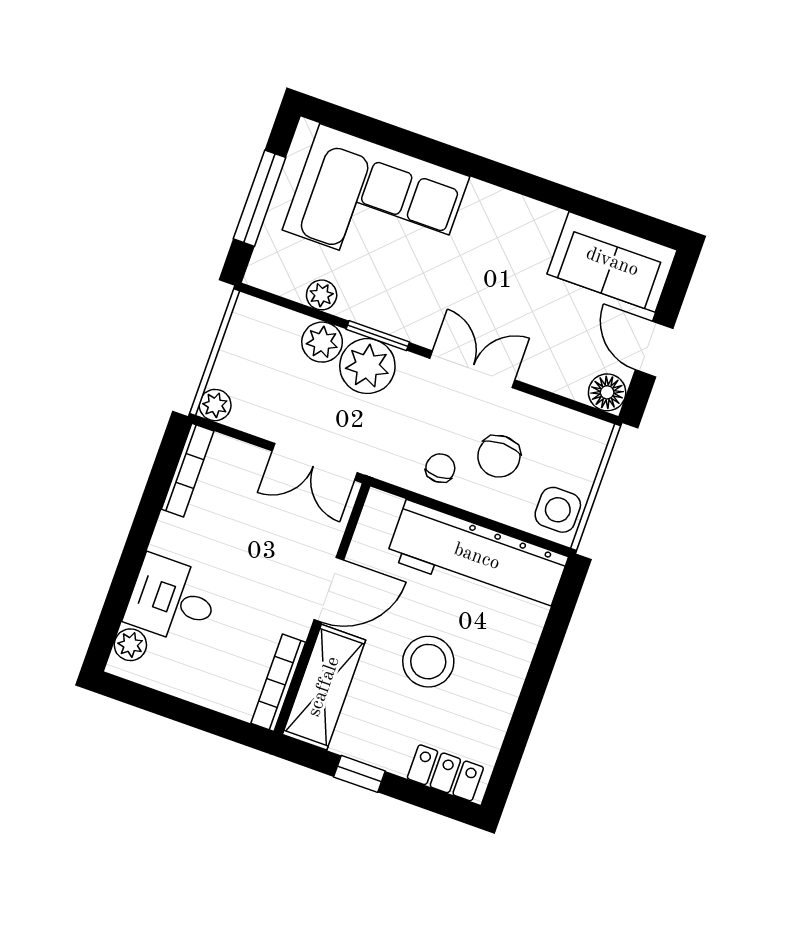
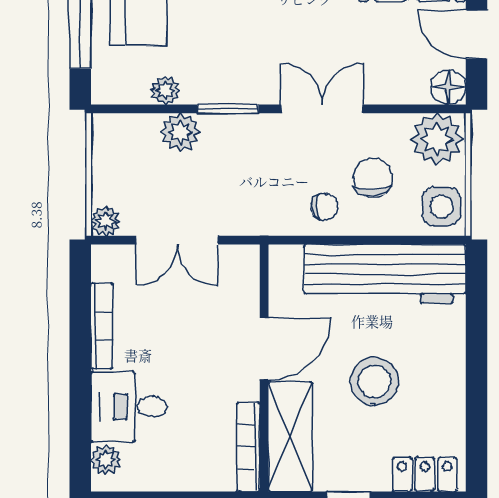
plant: (367, 366) -> (437, 139), moved
chair: (499, 456) -> (373, 178), turned 180
double door: (315, 462) -> (177, 240), moved
chair: (440, 468) -> (325, 206), turned 91
bookcase: (188, 470) -> (102, 326), moved

